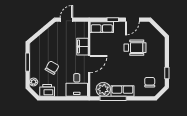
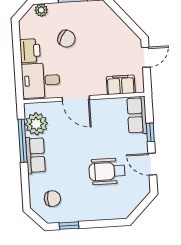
door: (66, 20) -> (146, 57), hinge flipped
filing cabinet: (82, 47) -> (121, 85), moved
wheelchair: (135, 48) -> (107, 171), turned 90
printer: (47, 90) -> (30, 51), moved

